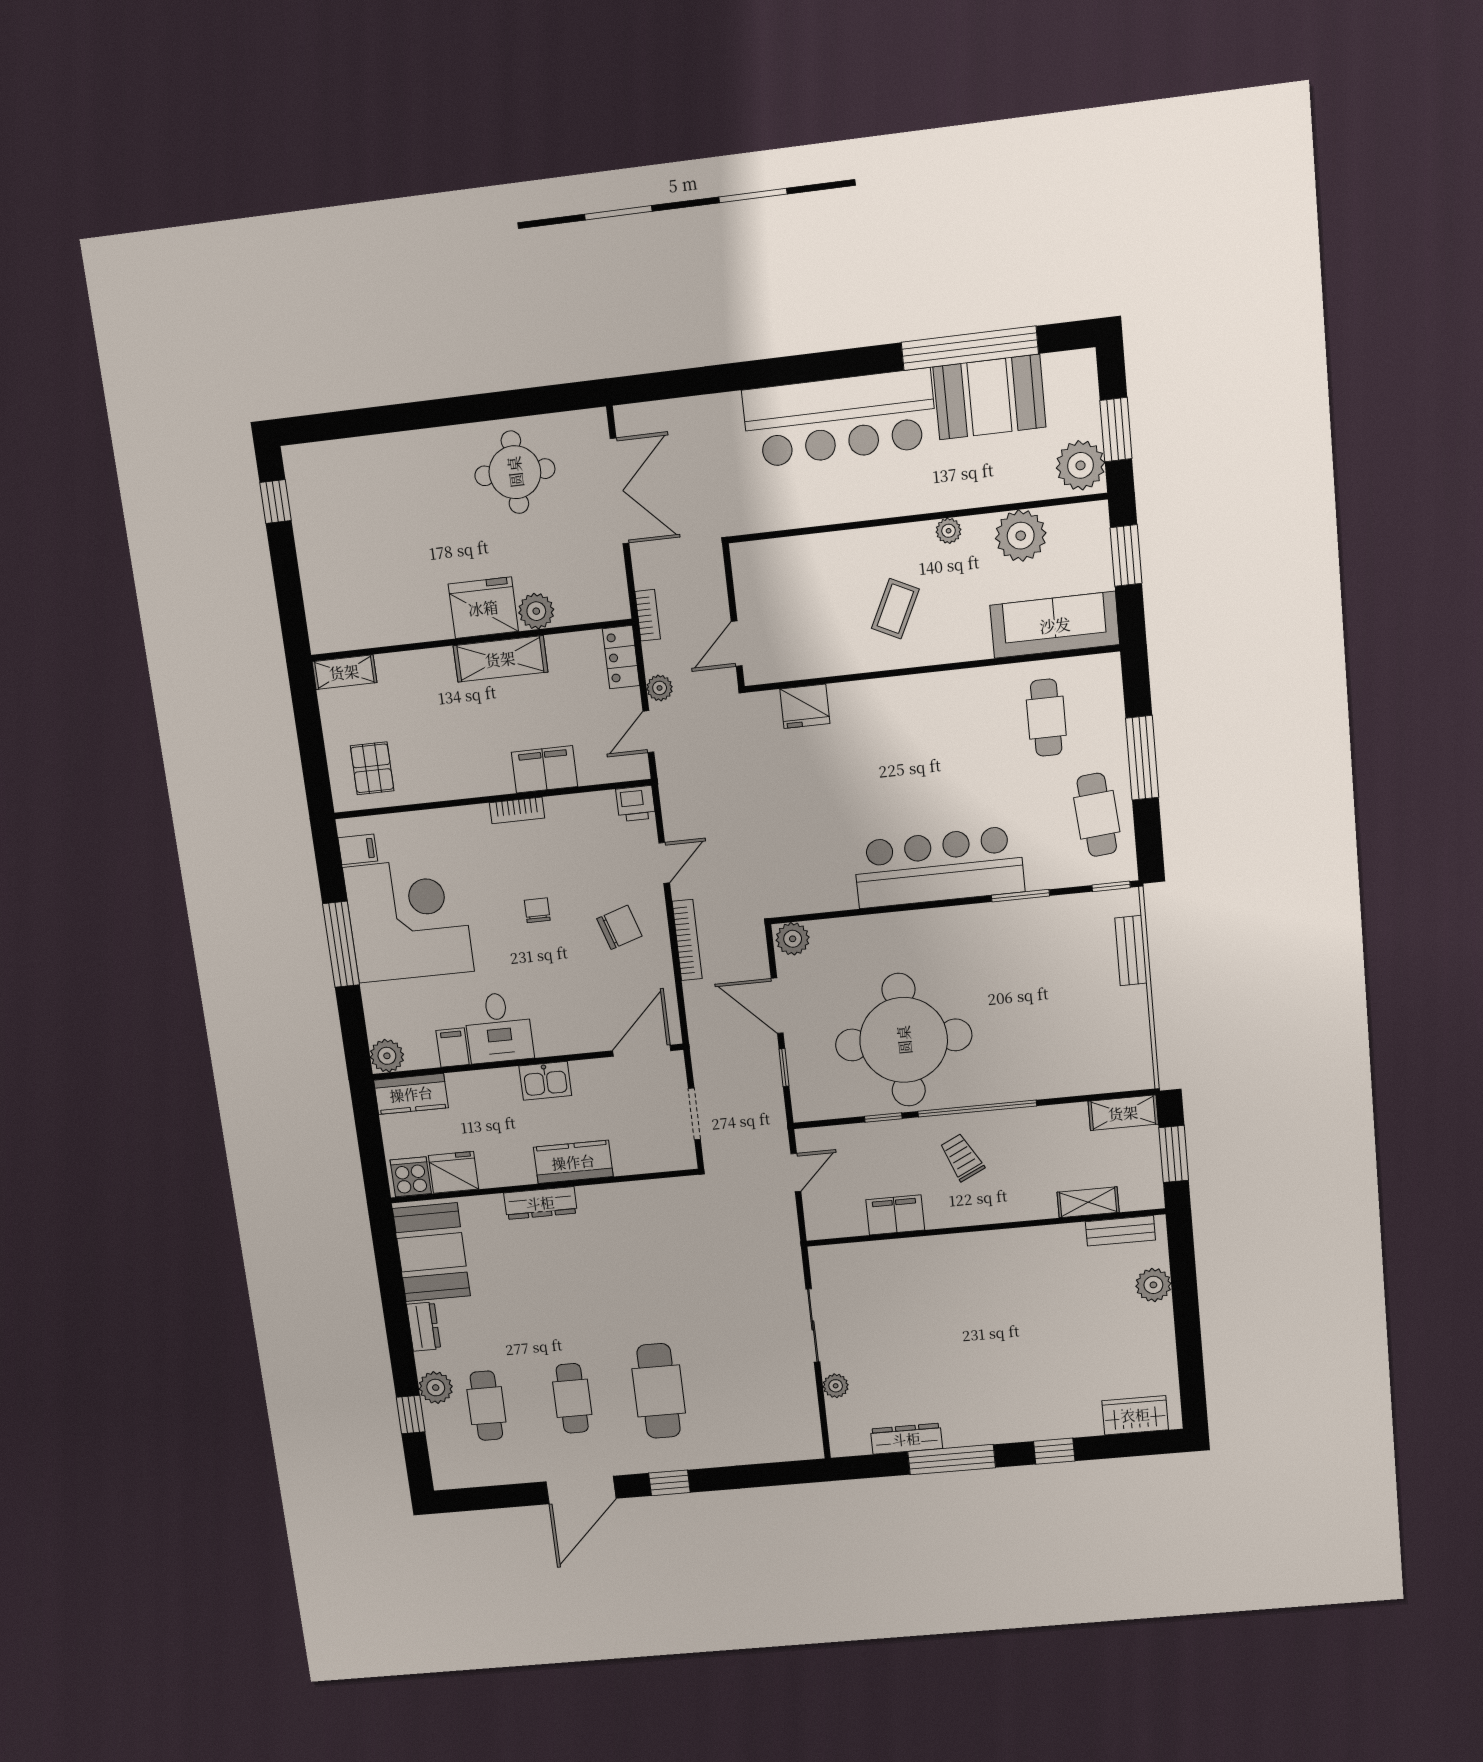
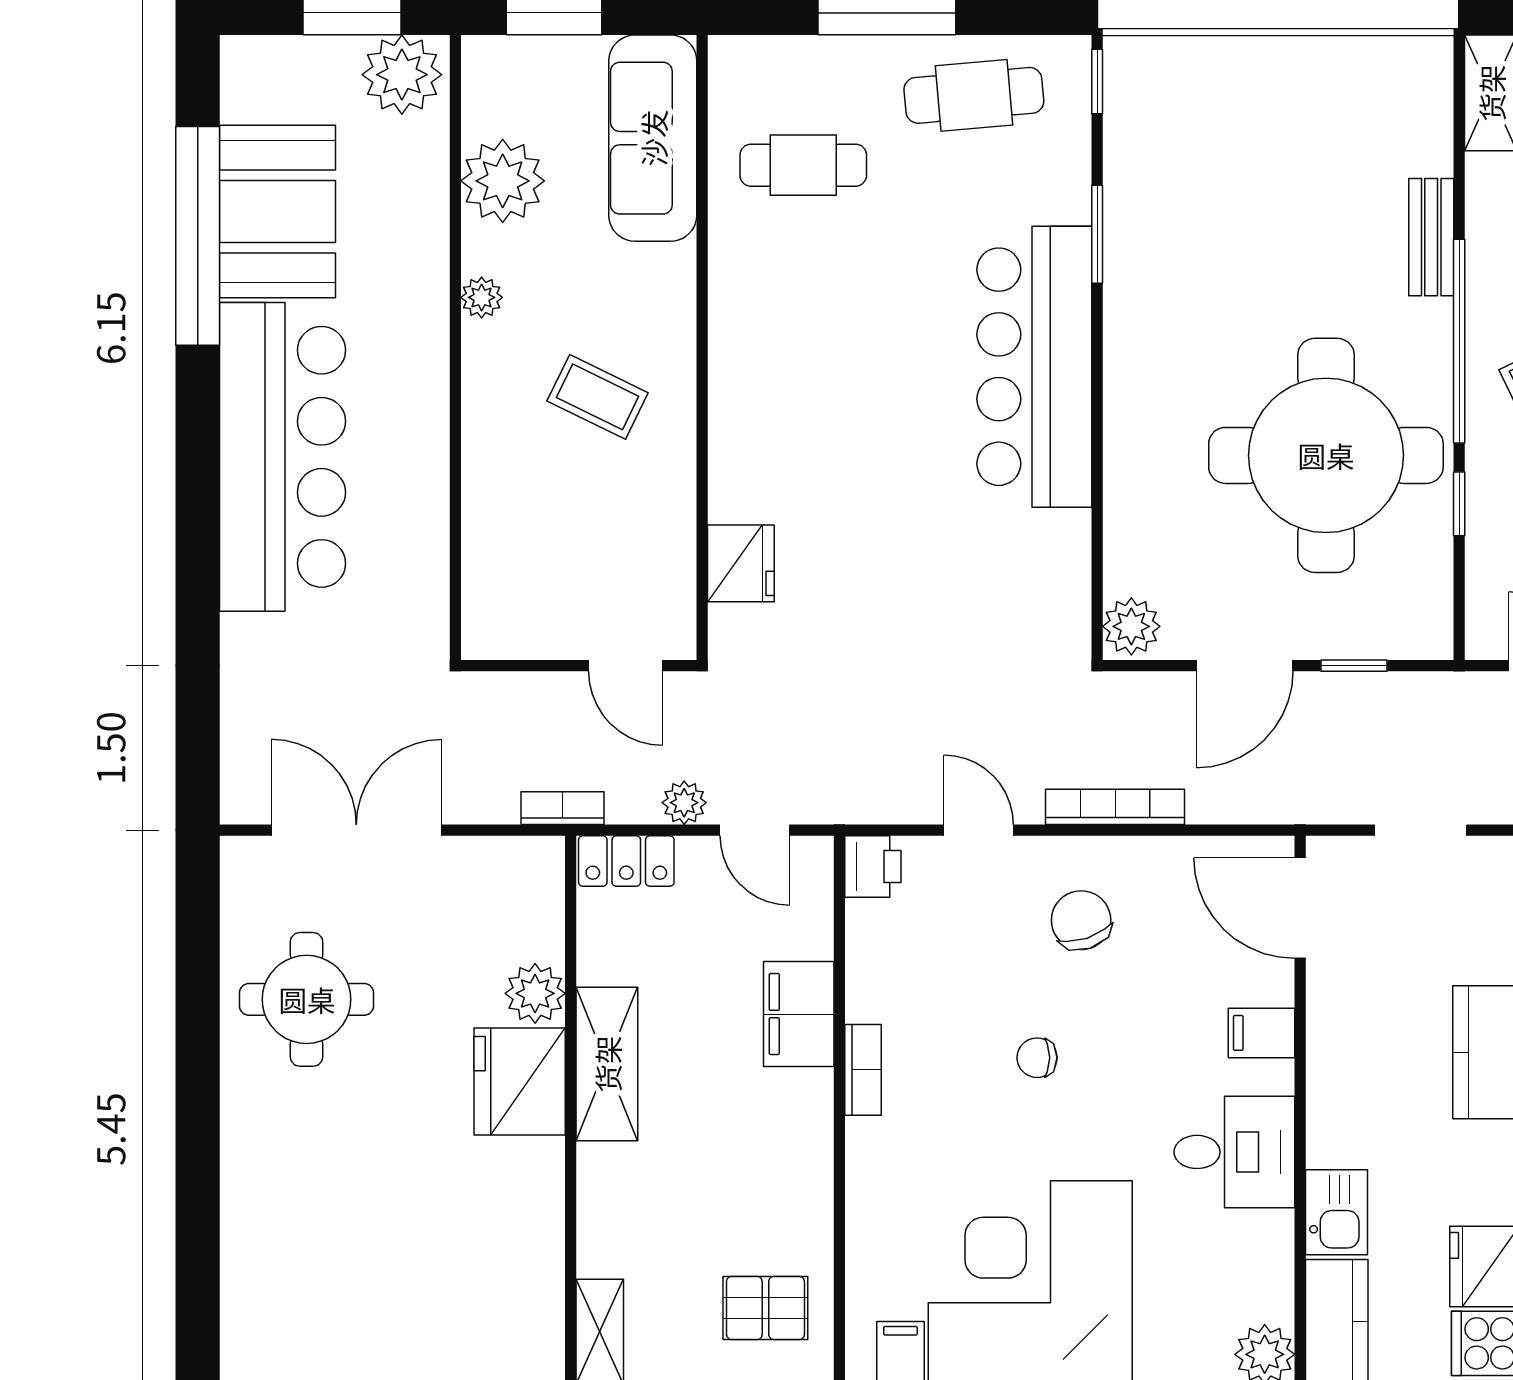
bench: (1131, 951) -> (1431, 237), moved, turned 90
filing cabinet: (453, 1047) -> (1261, 1033), moved
kitchen sink: (545, 1081) -> (1336, 1212), moved

